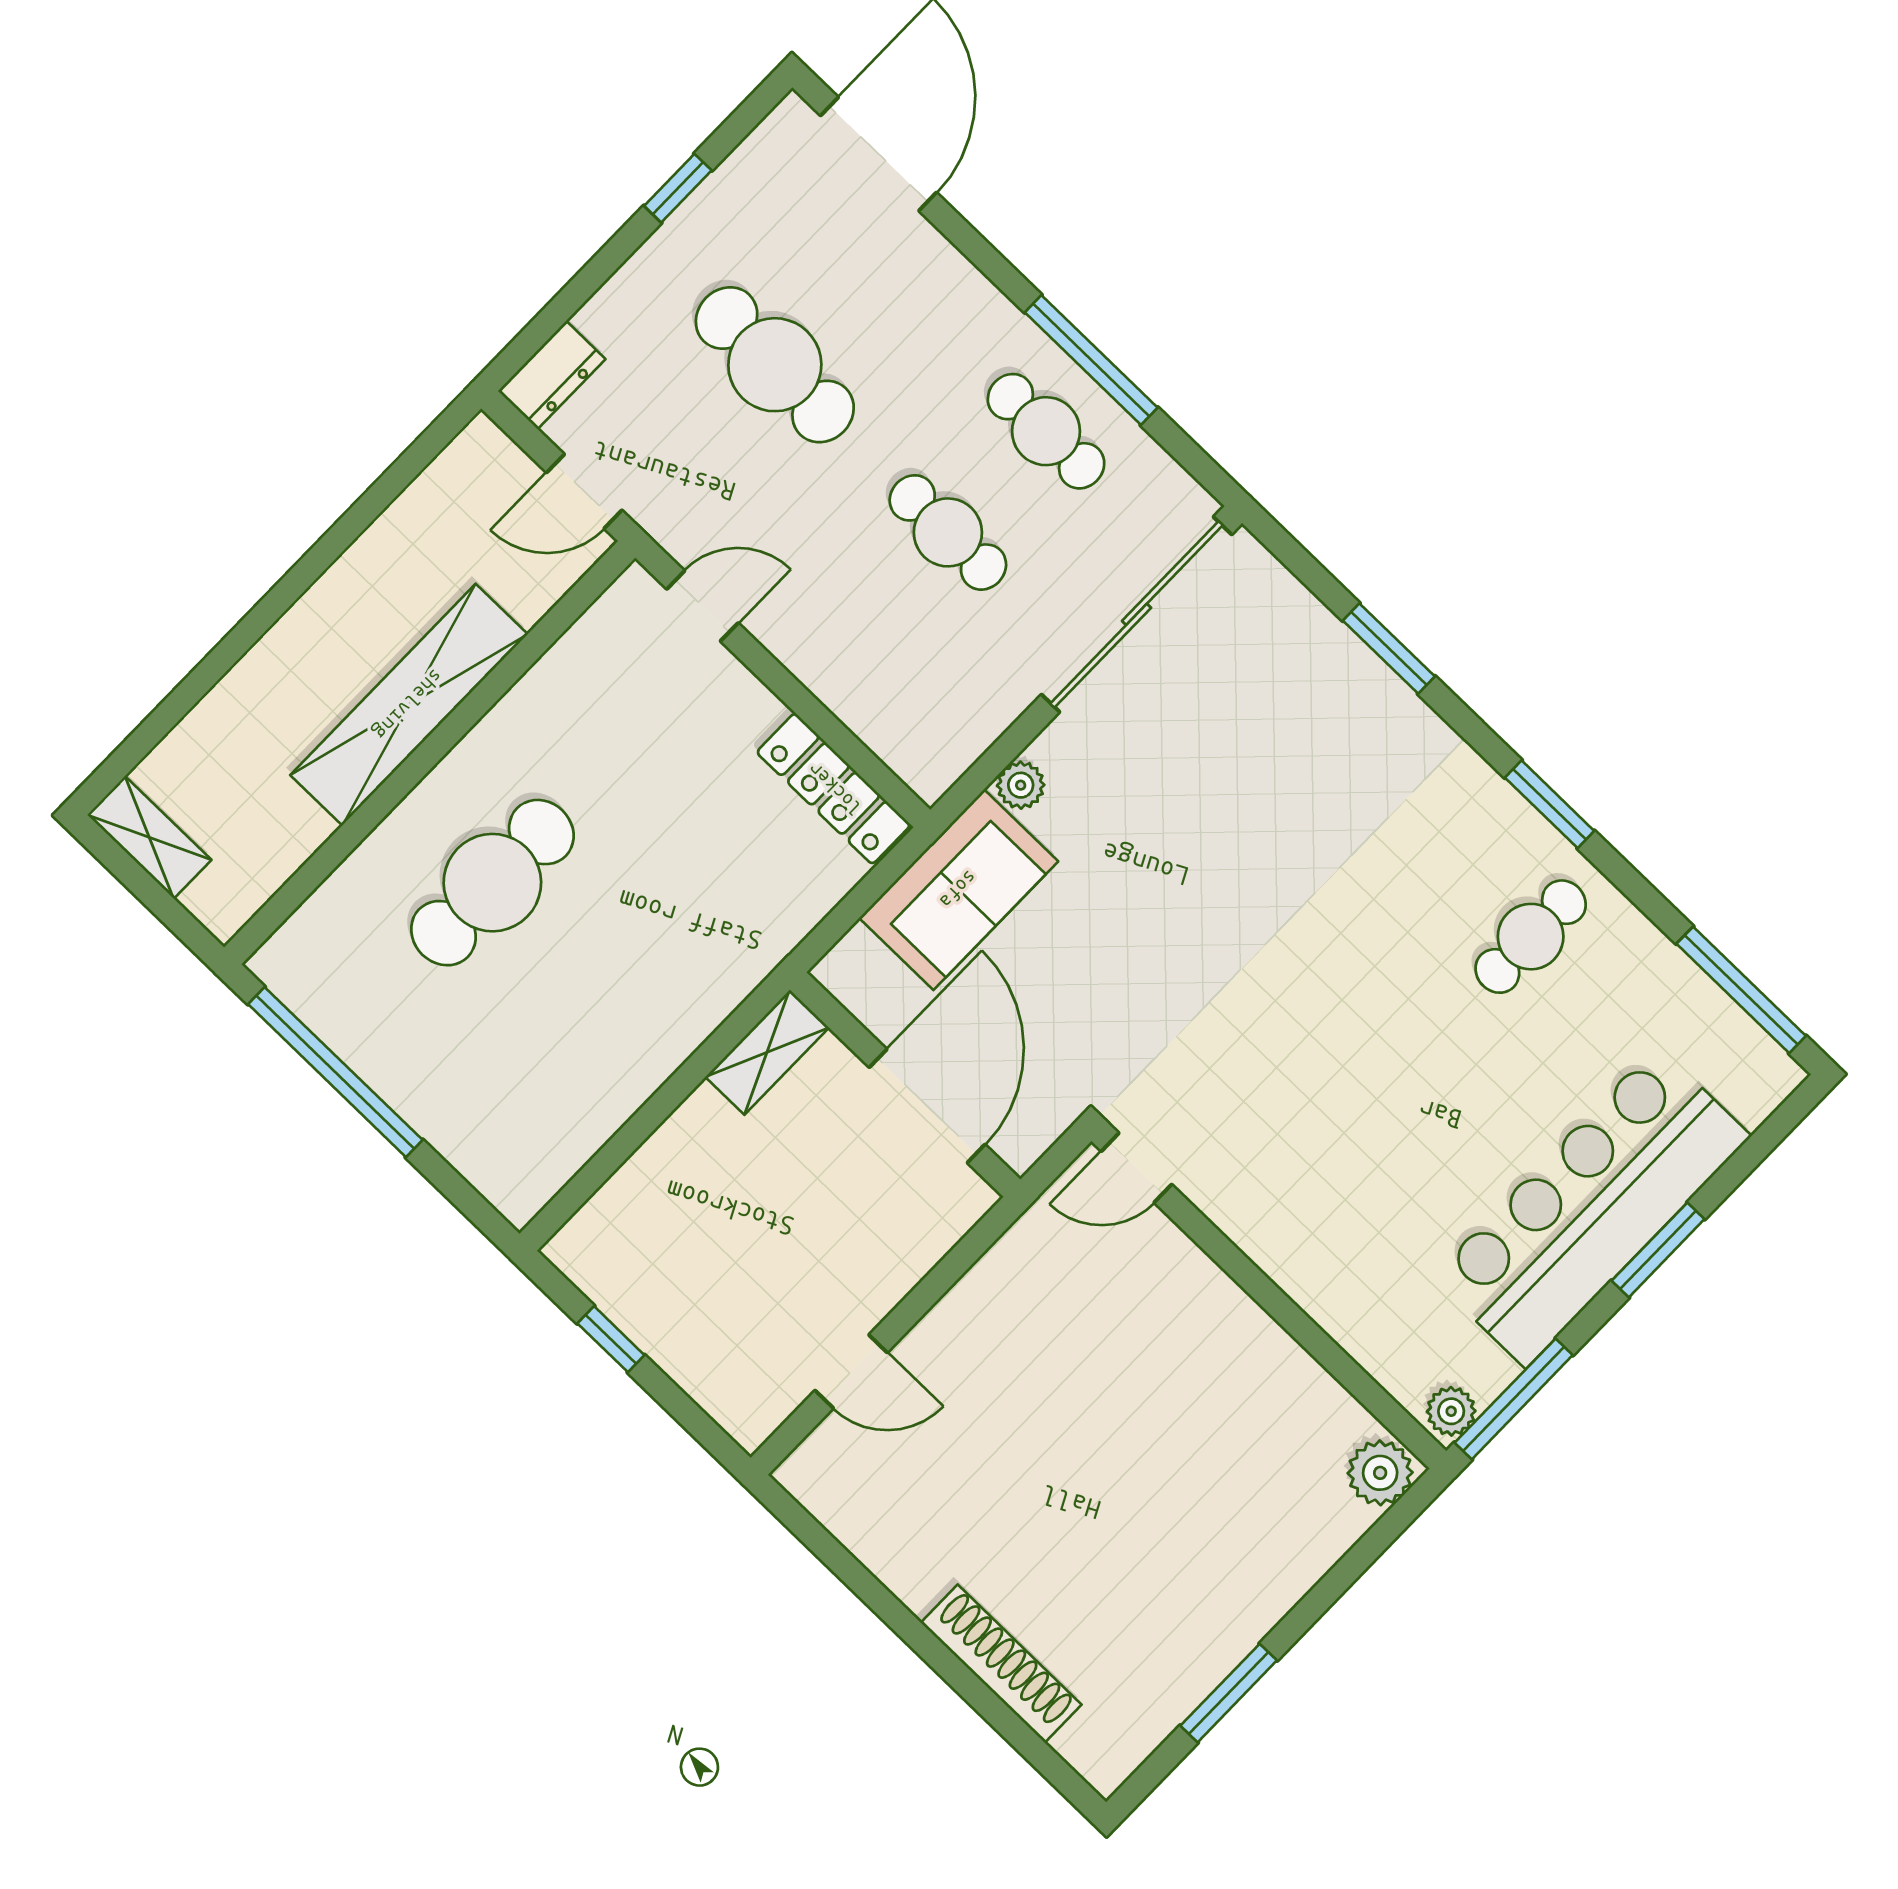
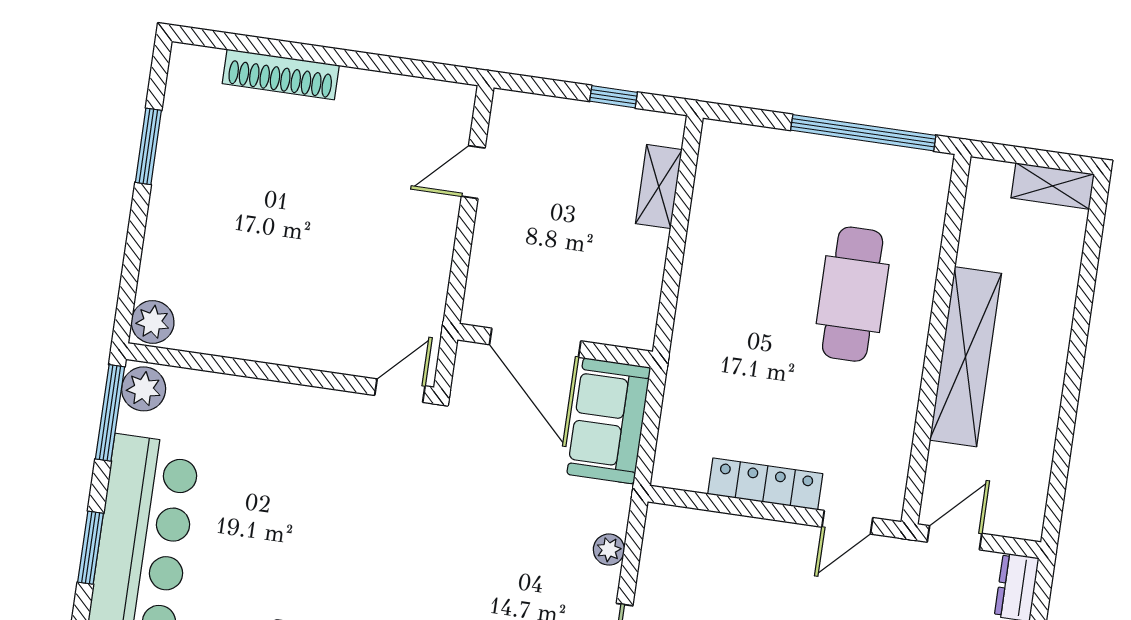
locker: (834, 789) -> (765, 484), moved
sofa: (959, 890) -> (609, 421), moved
shelving: (767, 1052) -> (659, 187), moved
plant: (1451, 1411) -> (144, 389), width x1.38, depth x1.38

